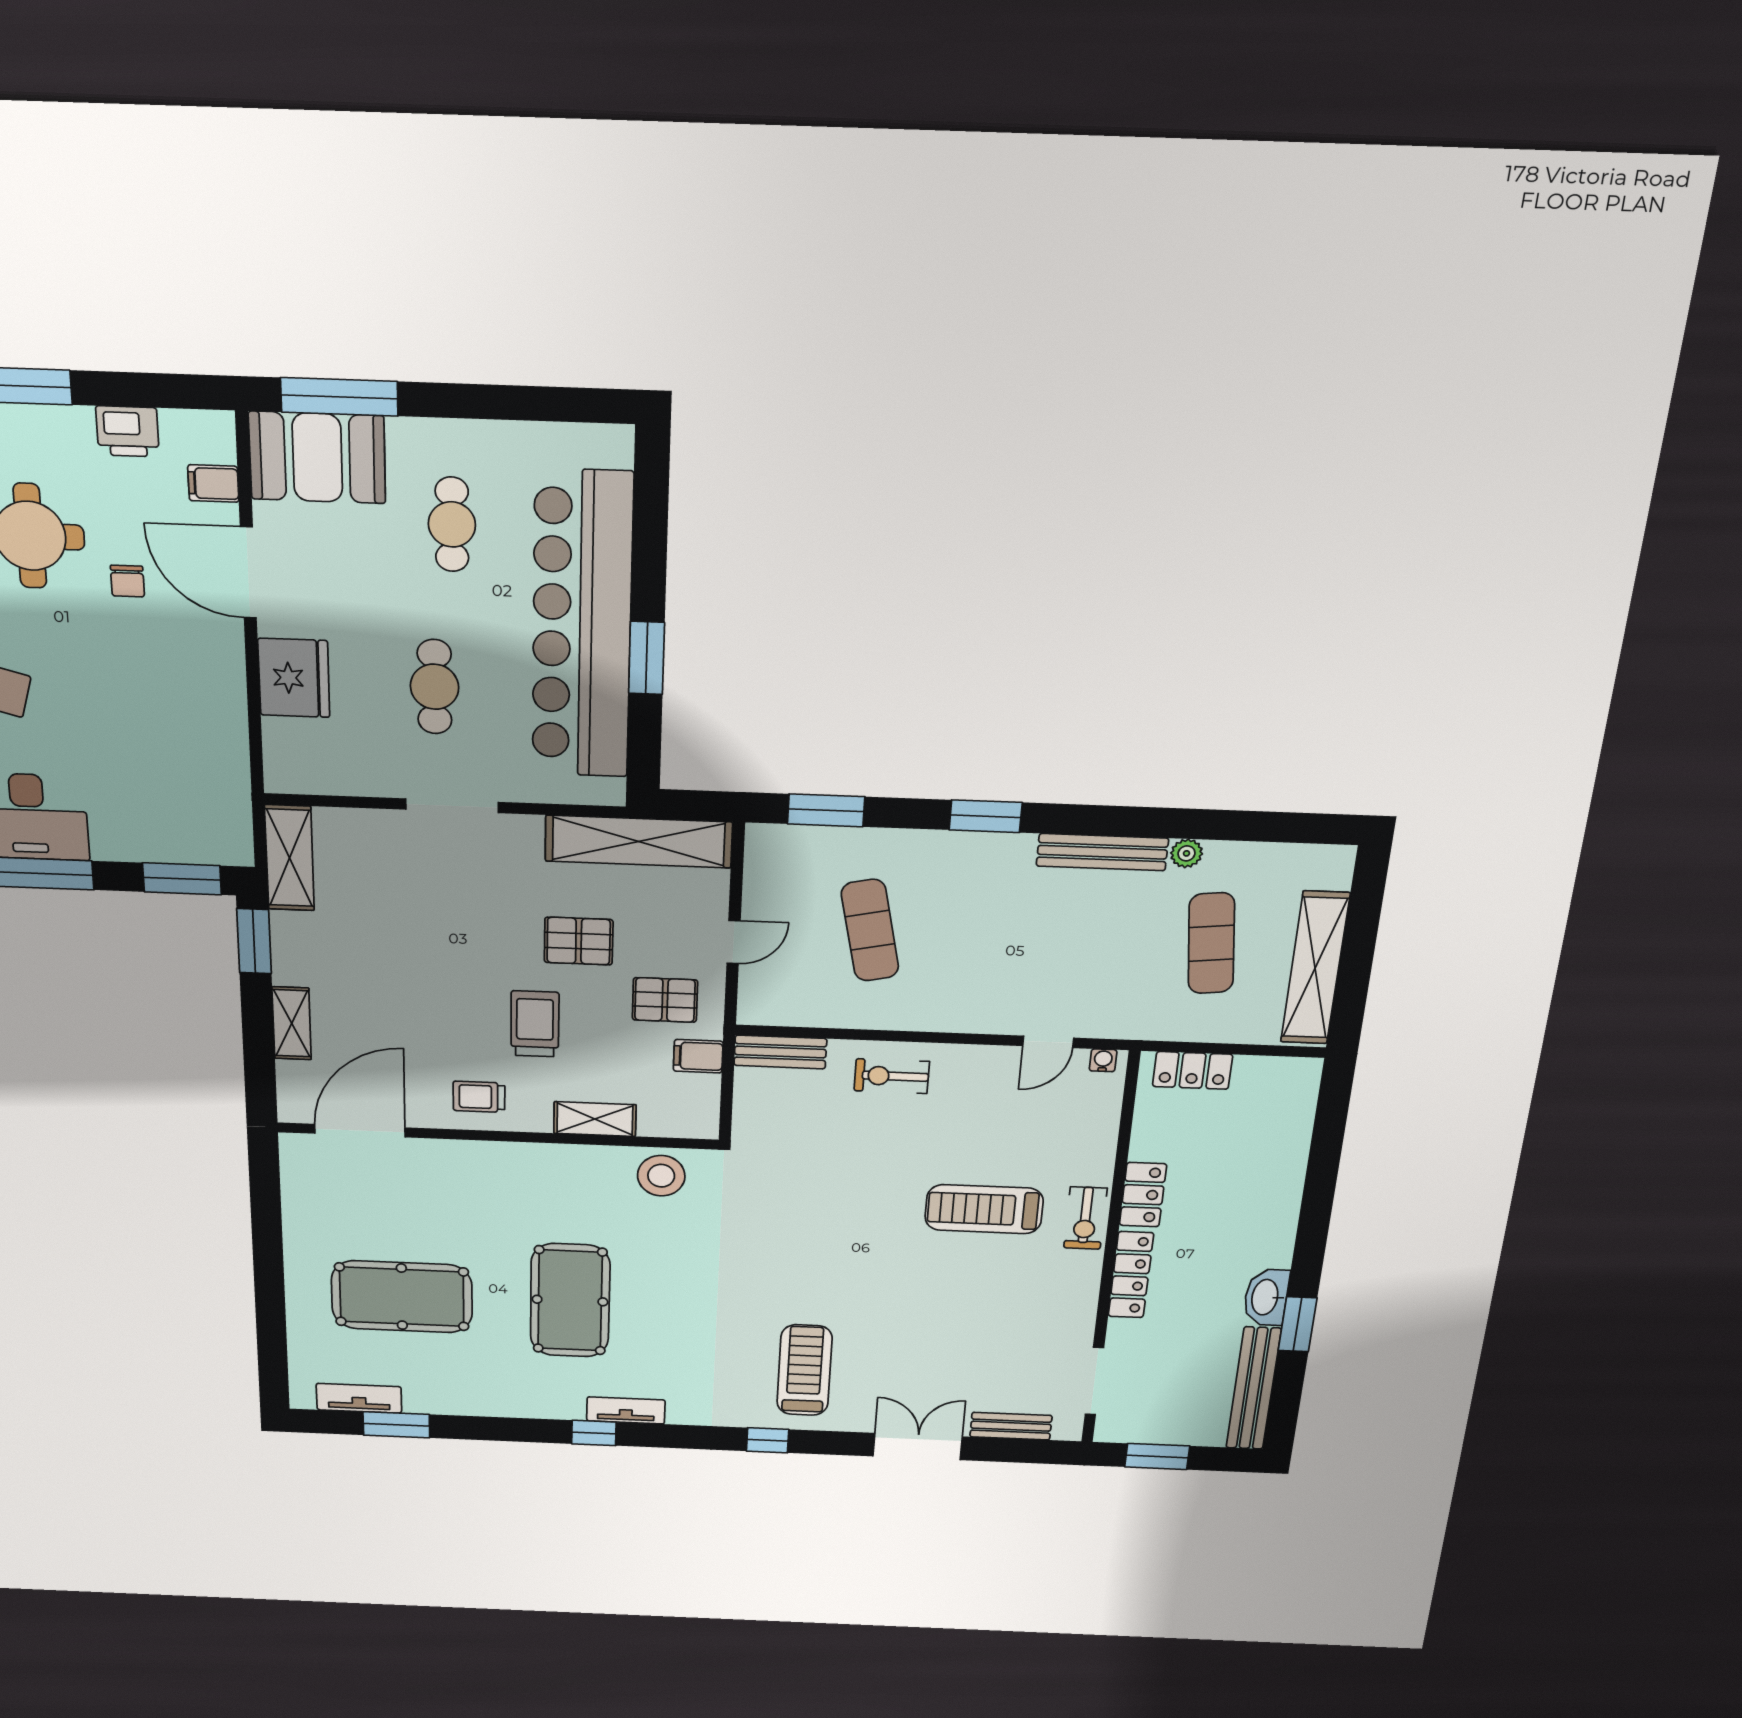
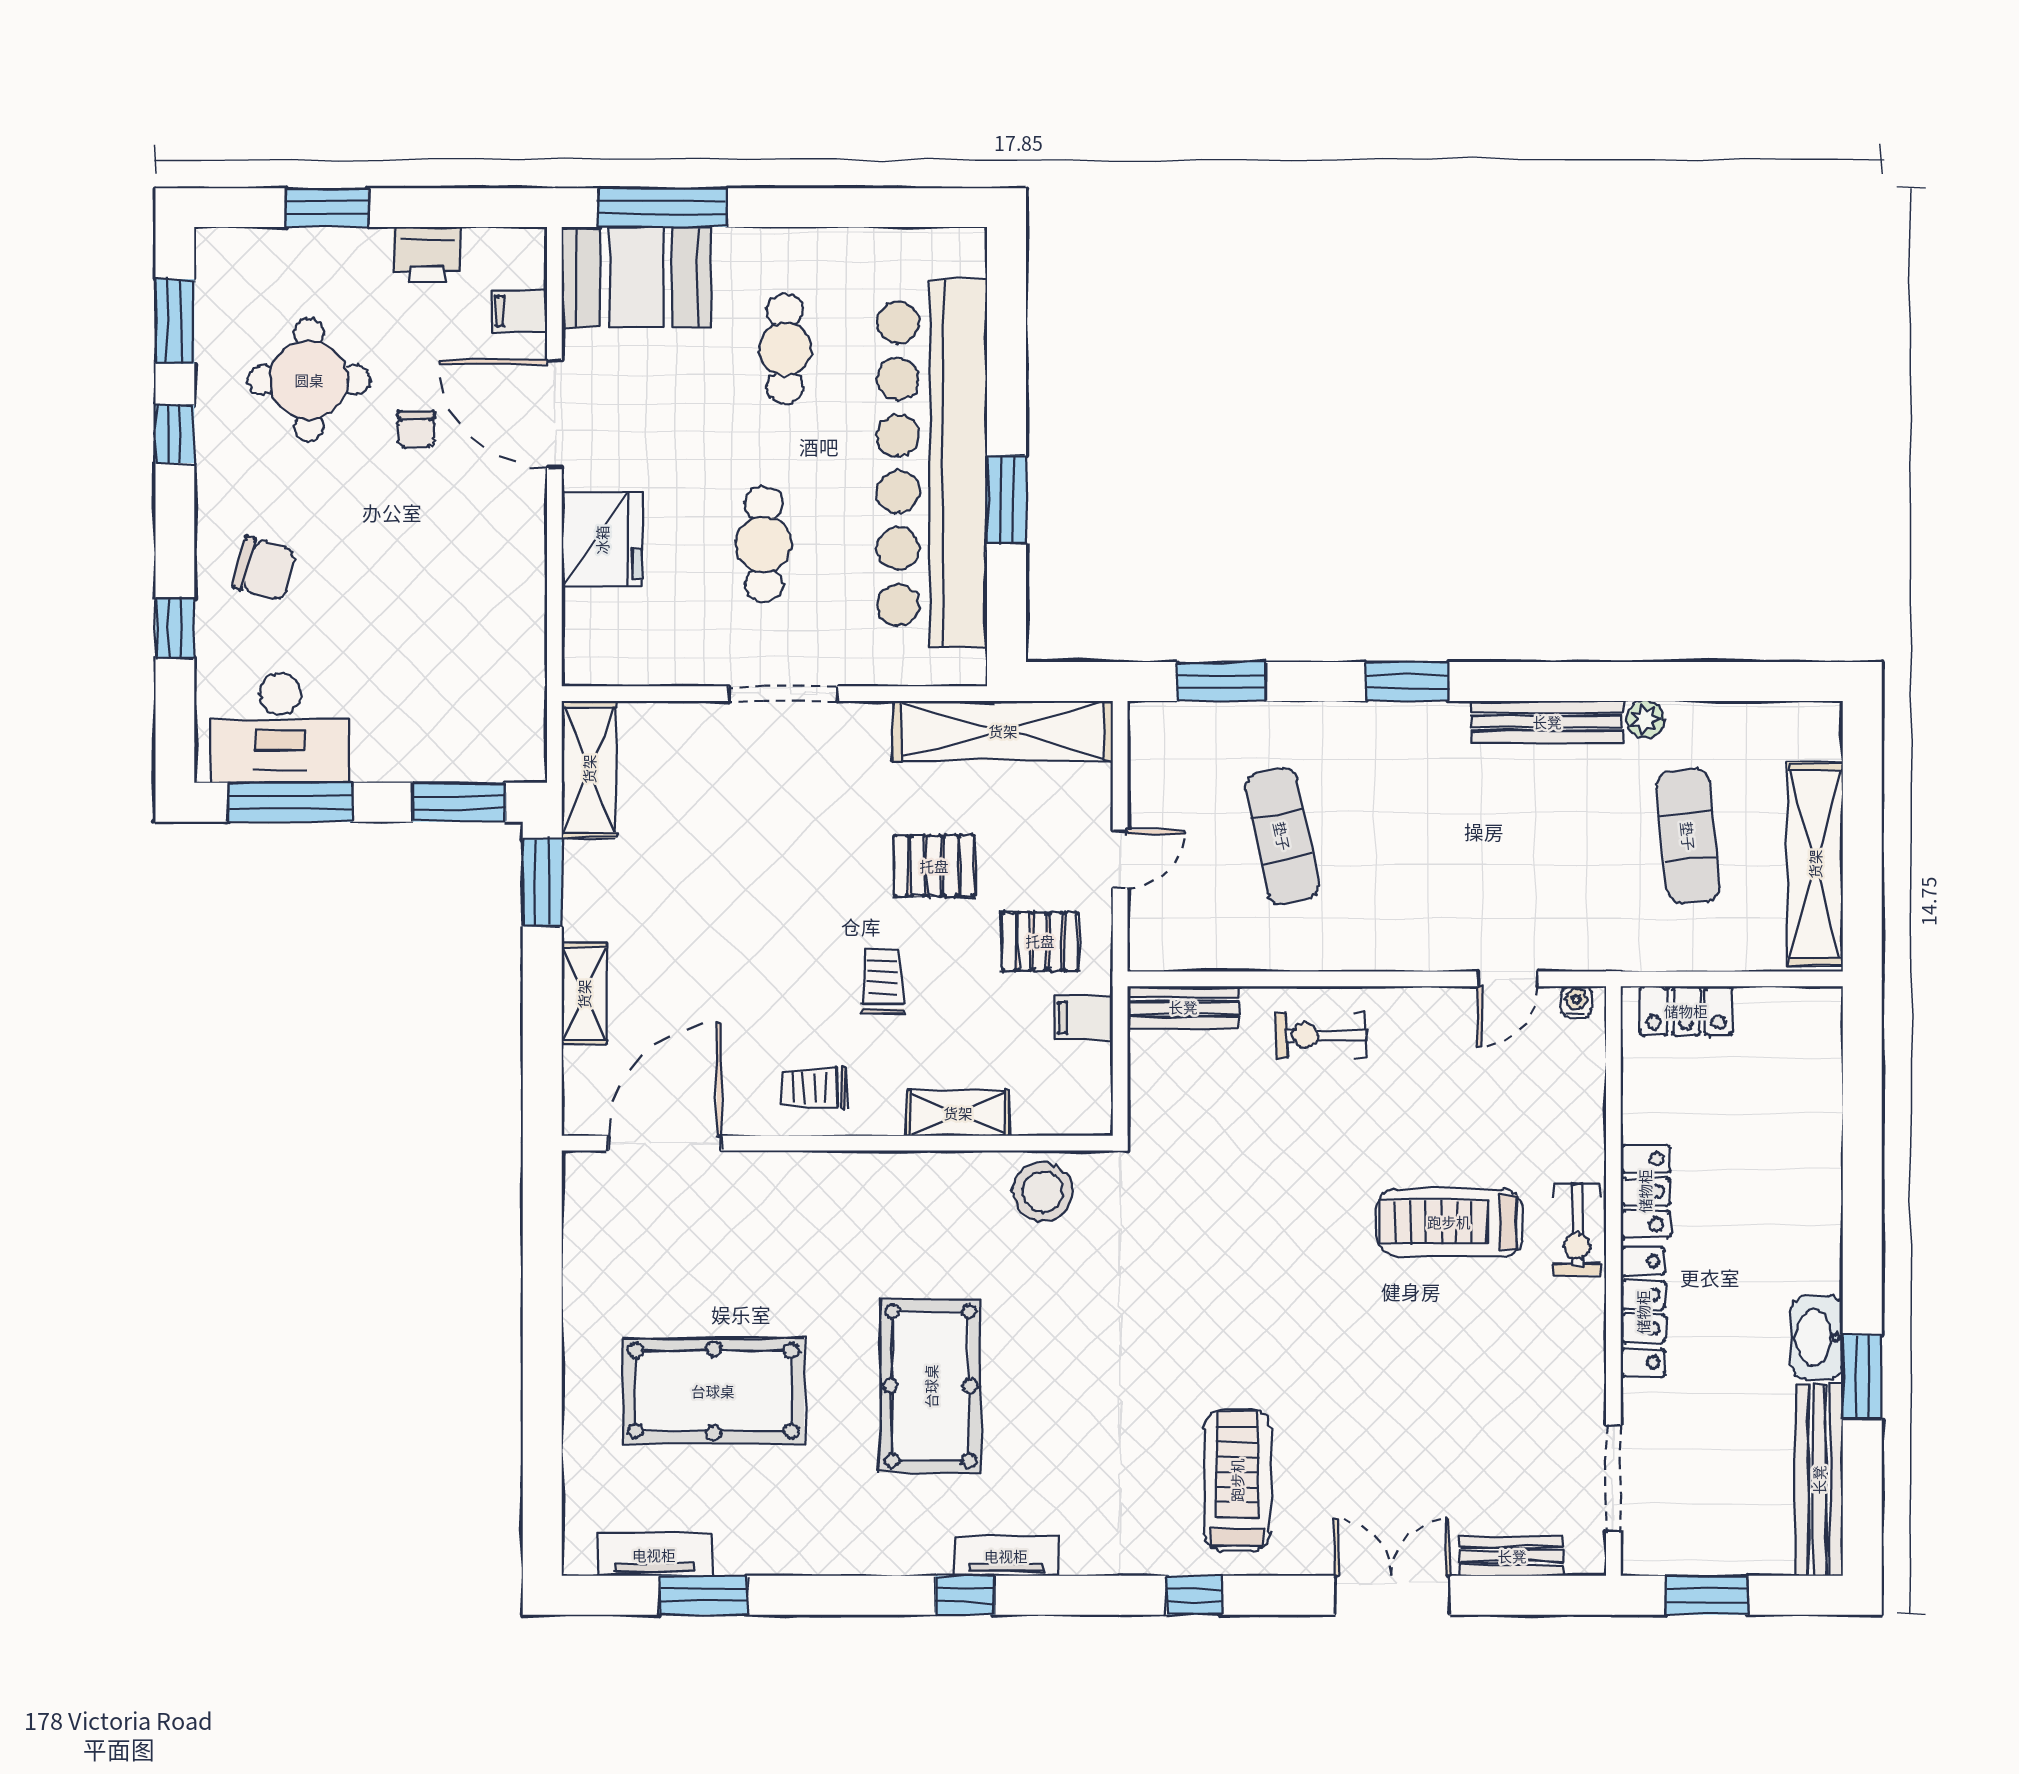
trolley: (535, 1024) -> (882, 981), width x0.73, depth x0.72

